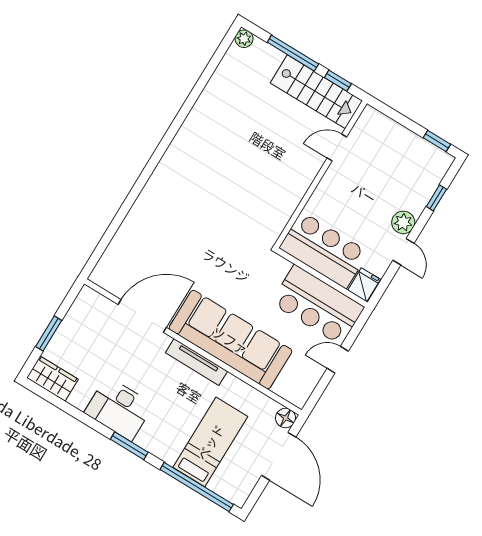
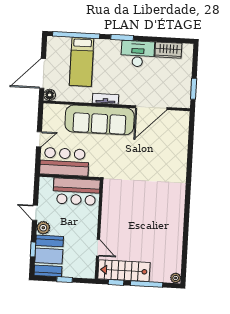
window: (437, 141) -> (65, 280), moved
door: (337, 148) -> (98, 248), hinge flipped
booth: (418, 175) -> (49, 256), added
fridge: (364, 285) -> (46, 185), removed
window: (49, 334) -> (194, 89), moved
tv unit: (196, 362) -> (106, 99), width x0.71
wardrobe: (52, 379) -> (168, 50), moved
door: (279, 456) -> (43, 73), hinge flipped

